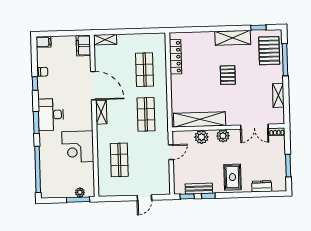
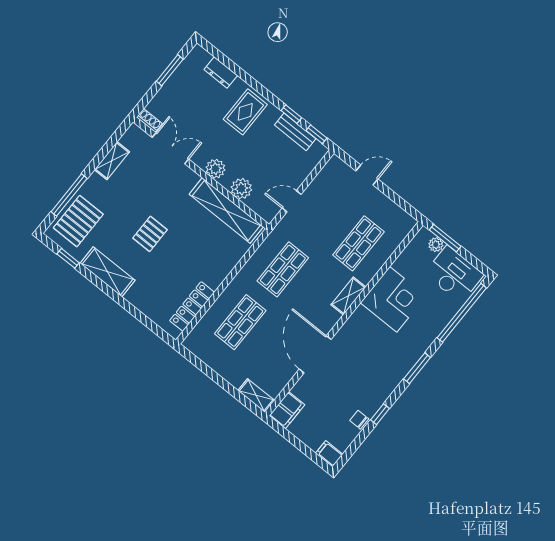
shelving: (101, 112) -> (348, 296), moved
desk: (51, 115) -> (454, 274), moved, turned -90

